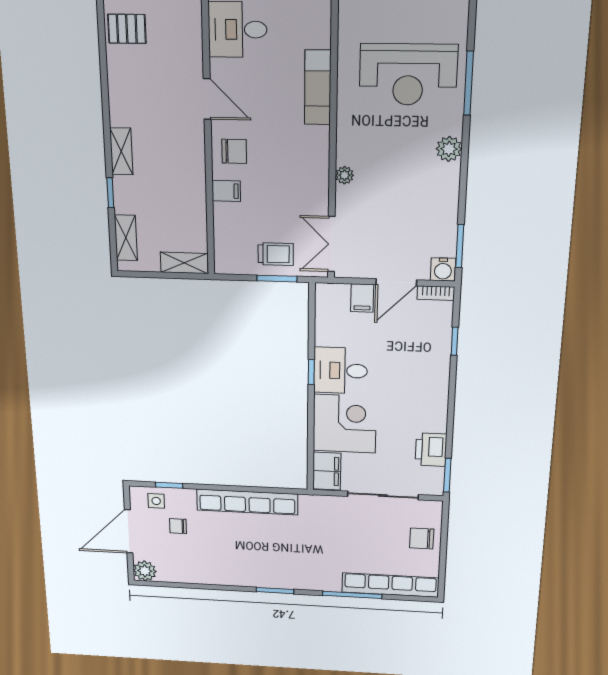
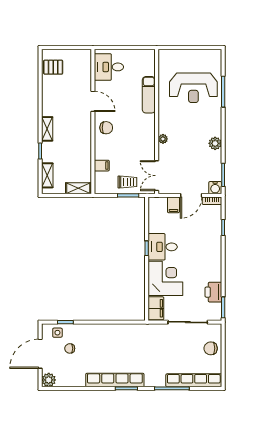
plant: (449, 149) -> (215, 143), moved
filing cabinet: (226, 191) -> (102, 166), moved
row of seats: (247, 502) -> (115, 380), moved, turned 180

